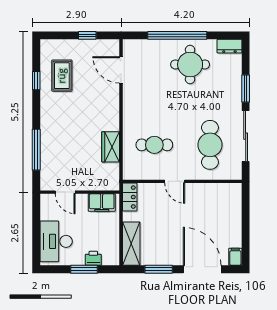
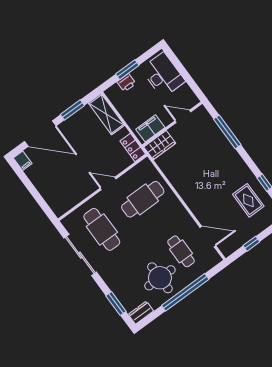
cafe table: (154, 74) -> (181, 251), added
window: (246, 88) -> (116, 304), moved
cafe table: (154, 145) -> (143, 199), width x1.37, depth x1.35
wardrobe: (111, 147) -> (160, 145), moved, turned 90

